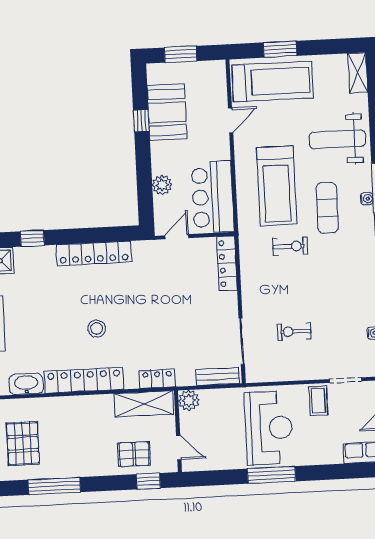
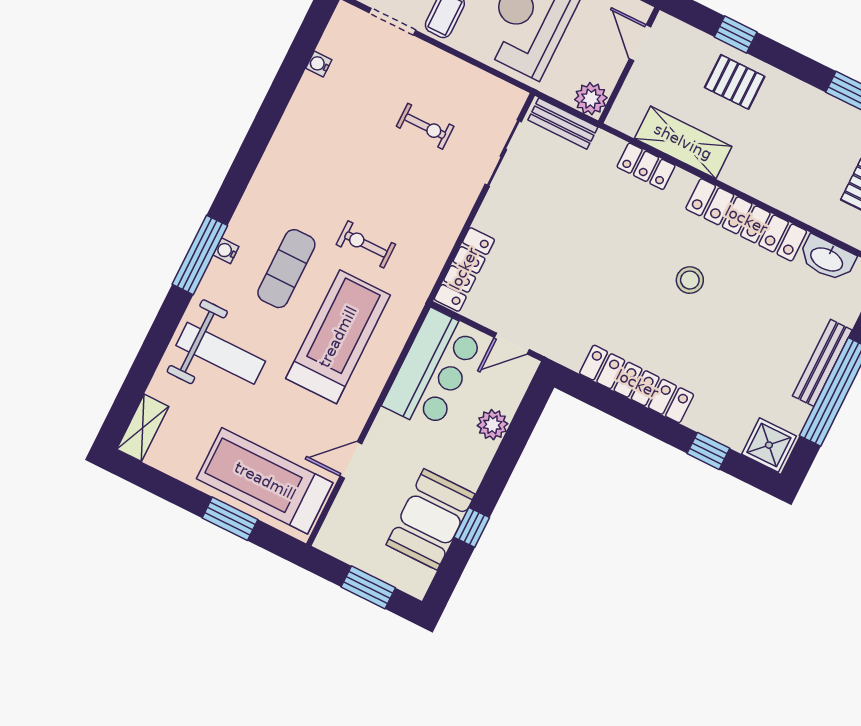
plant: (189, 400) -> (591, 99), moved
wall: (178, 431) -> (629, 65), moved
door: (179, 447) -> (640, 43), moved

